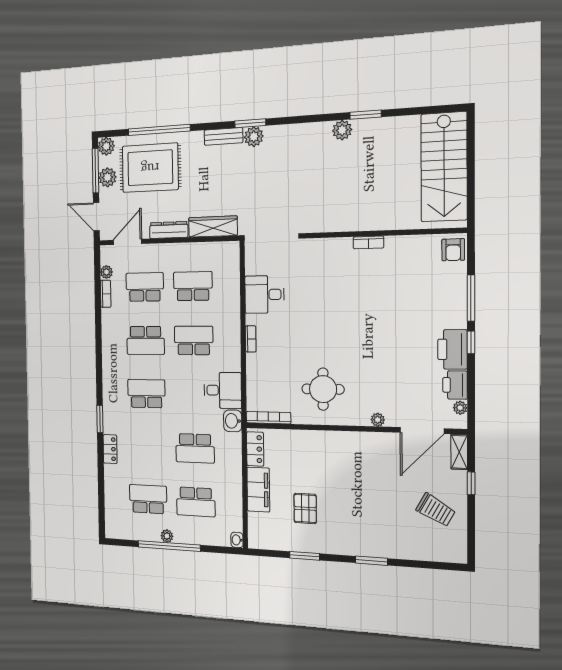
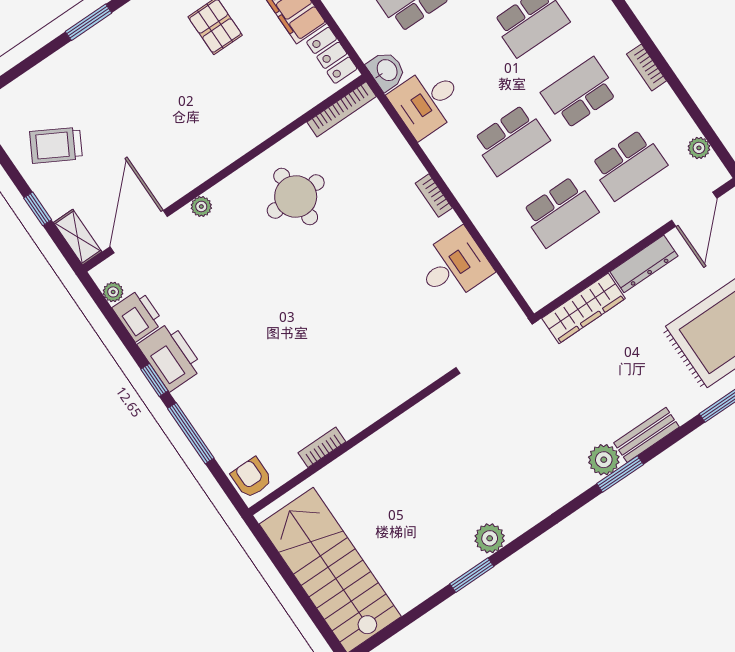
bookcase: (368, 242) -> (322, 447), moved
bookcase: (106, 294) -> (647, 67), moved

